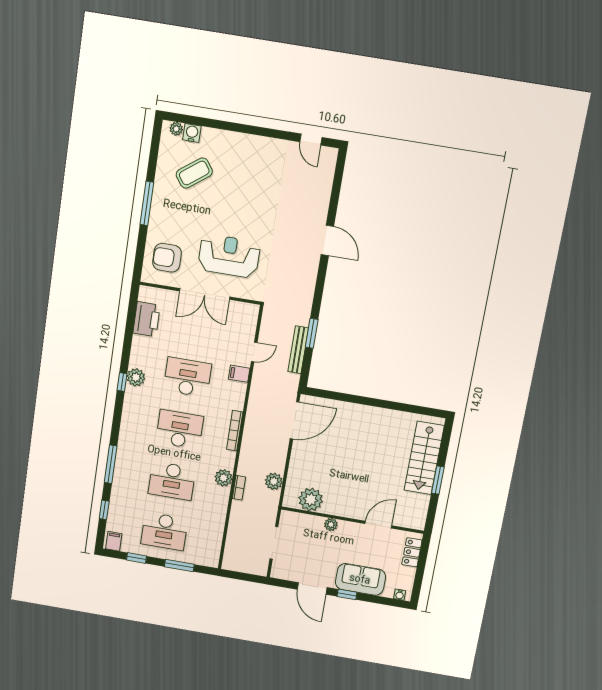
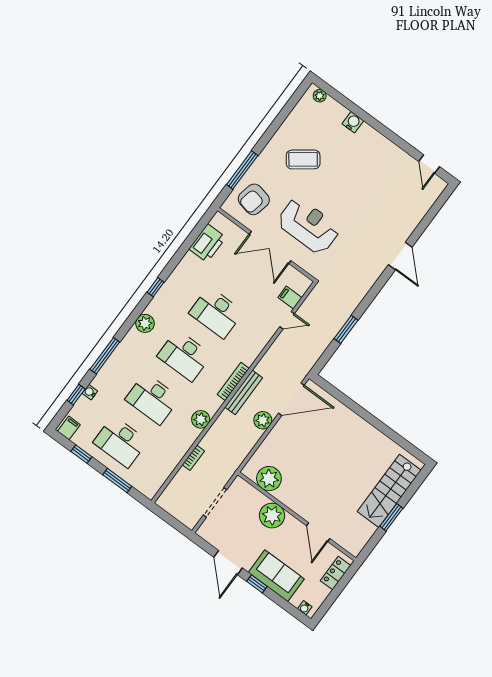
water cooler: (192, 133) -> (353, 122), moved
coffee table: (194, 173) -> (303, 159), moved
window: (147, 203) -> (242, 170), moved
armchair: (167, 258) -> (254, 199), turned -78
bench: (298, 350) -> (244, 392), moved
filing cabinet: (239, 374) -> (290, 298), moved
plant: (136, 377) -> (145, 323), moved
desk: (187, 377) -> (216, 313), turned 180
desk: (180, 429) -> (184, 356), turned 180
plant: (274, 481) -> (263, 420), moved
bookcase: (239, 488) -> (193, 458), moved
water cooler: (115, 502) -> (90, 392), added
plant: (331, 525) -> (272, 516), width x1.88, depth x1.88
door: (378, 525) -> (318, 532), swing flipped

